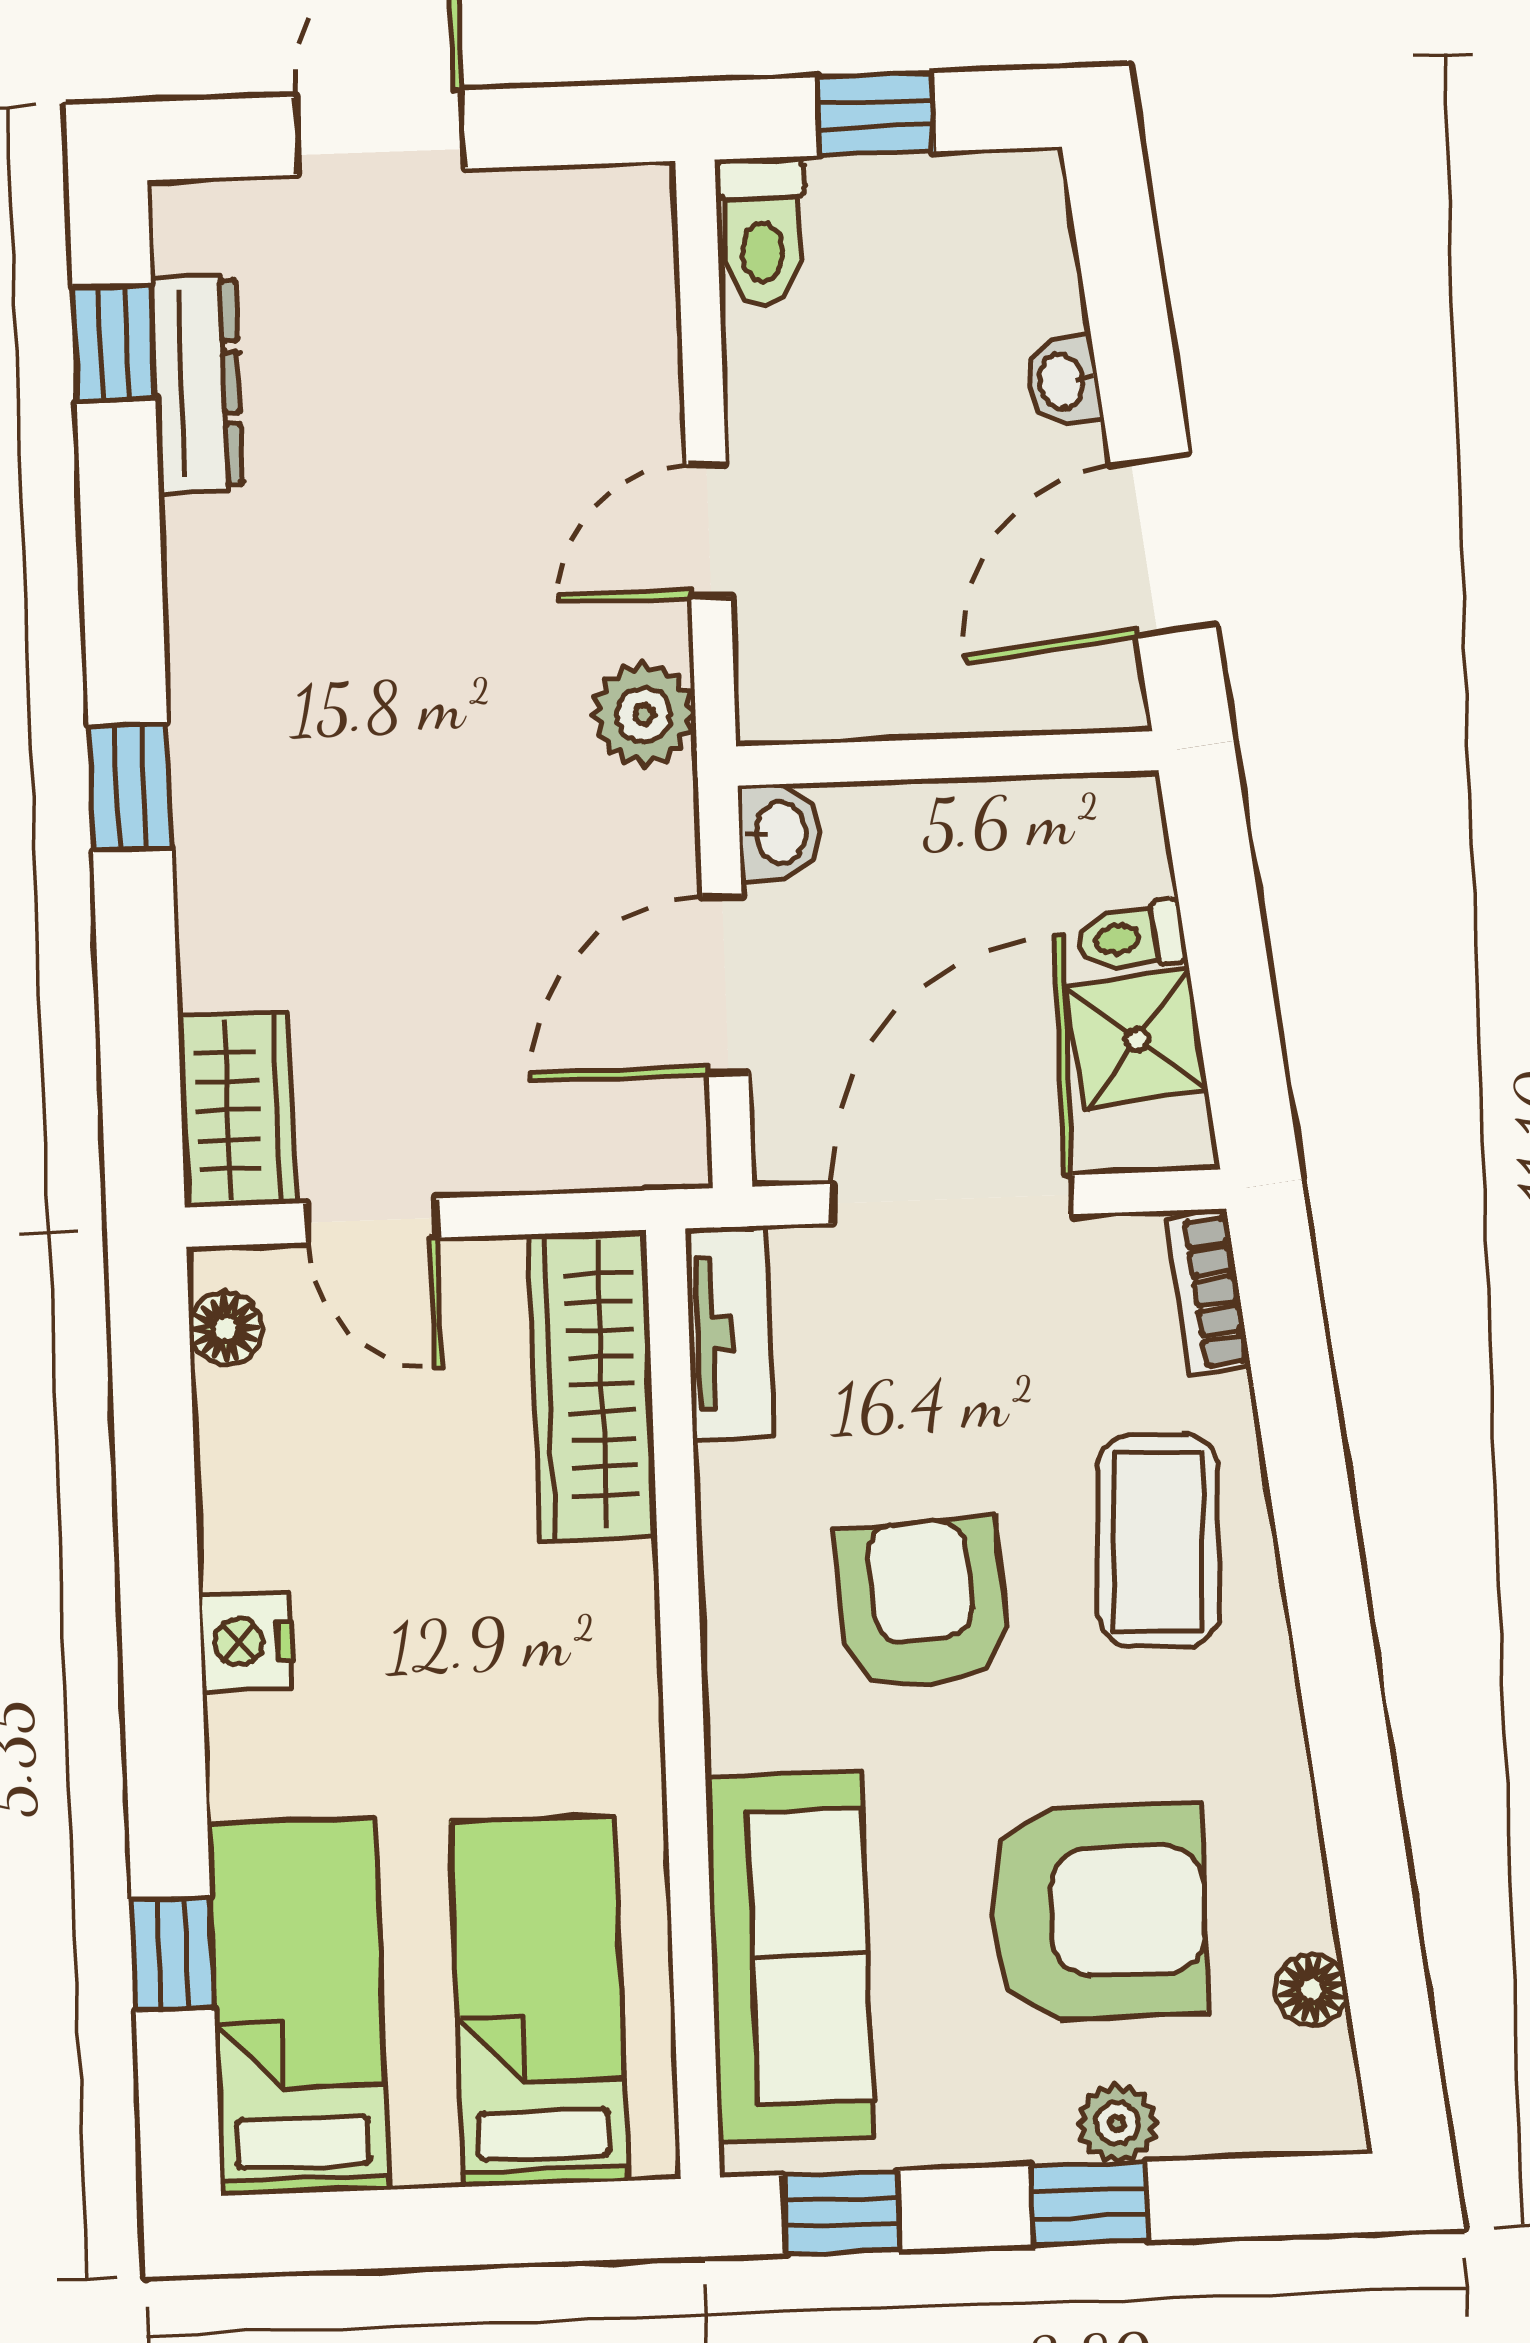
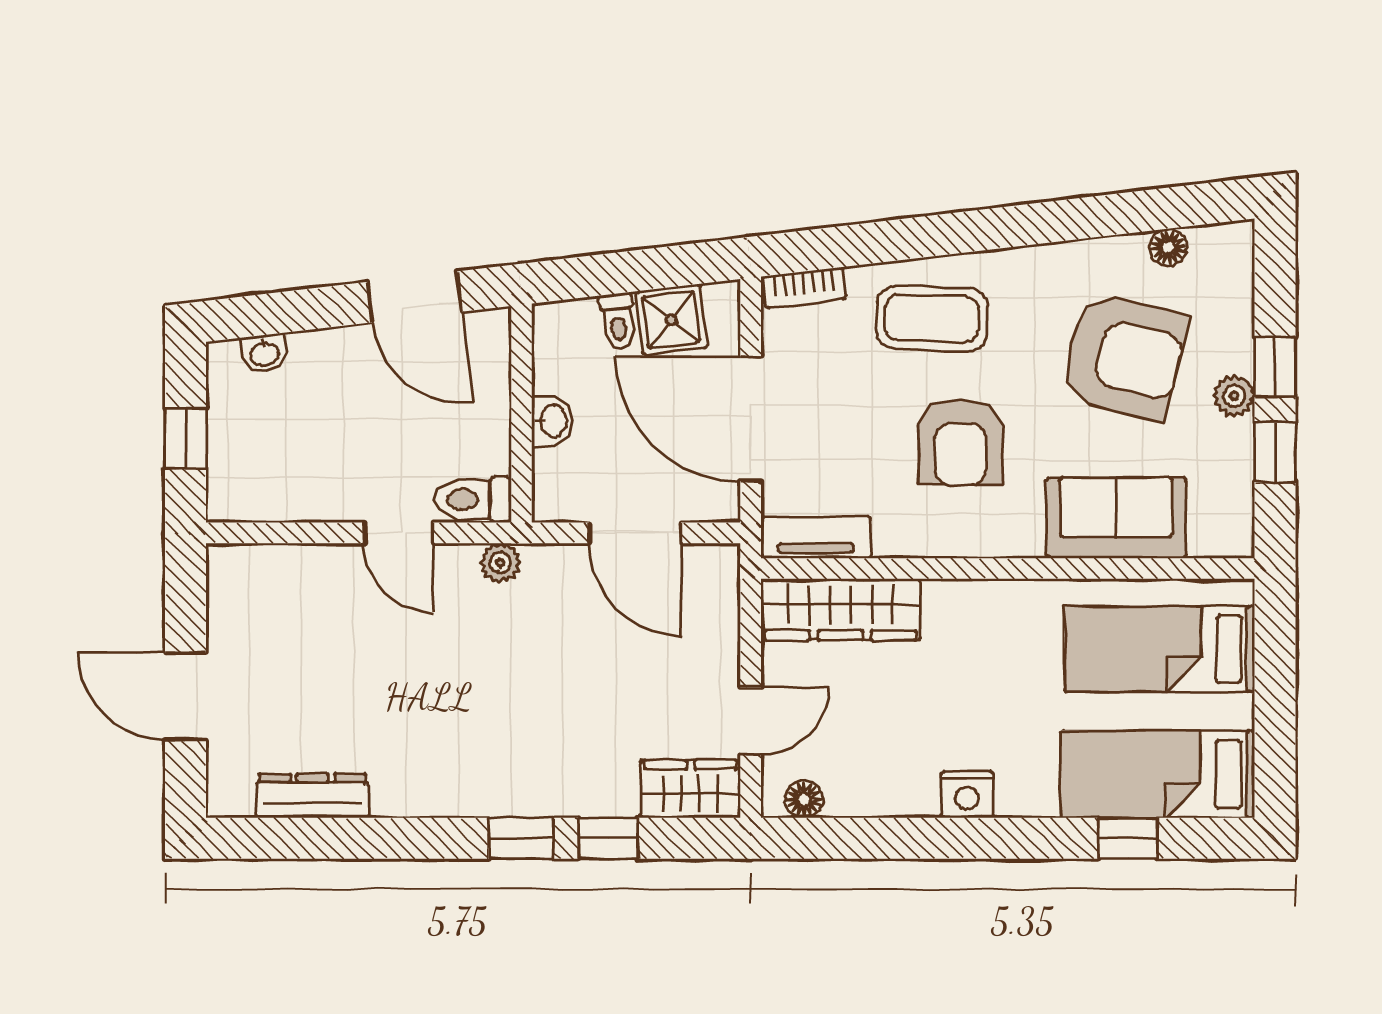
toilet: (762, 231) -> (473, 499), moved, turned 180
window: (114, 343) -> (608, 838), moved
washbasin: (1063, 381) -> (264, 353), moved
plant: (644, 714) -> (500, 563), width x0.73, depth x0.73
washbasin: (779, 833) -> (552, 421), moved, turned 90
armchair: (922, 1604) -> (961, 442), turned -86
armchair: (1098, 1912) -> (1124, 357), turned 104
sofa: (790, 1957) -> (1116, 518), width x0.73
plant: (1117, 2123) -> (1234, 396), moved
window: (842, 2212) -> (1275, 453), moved

